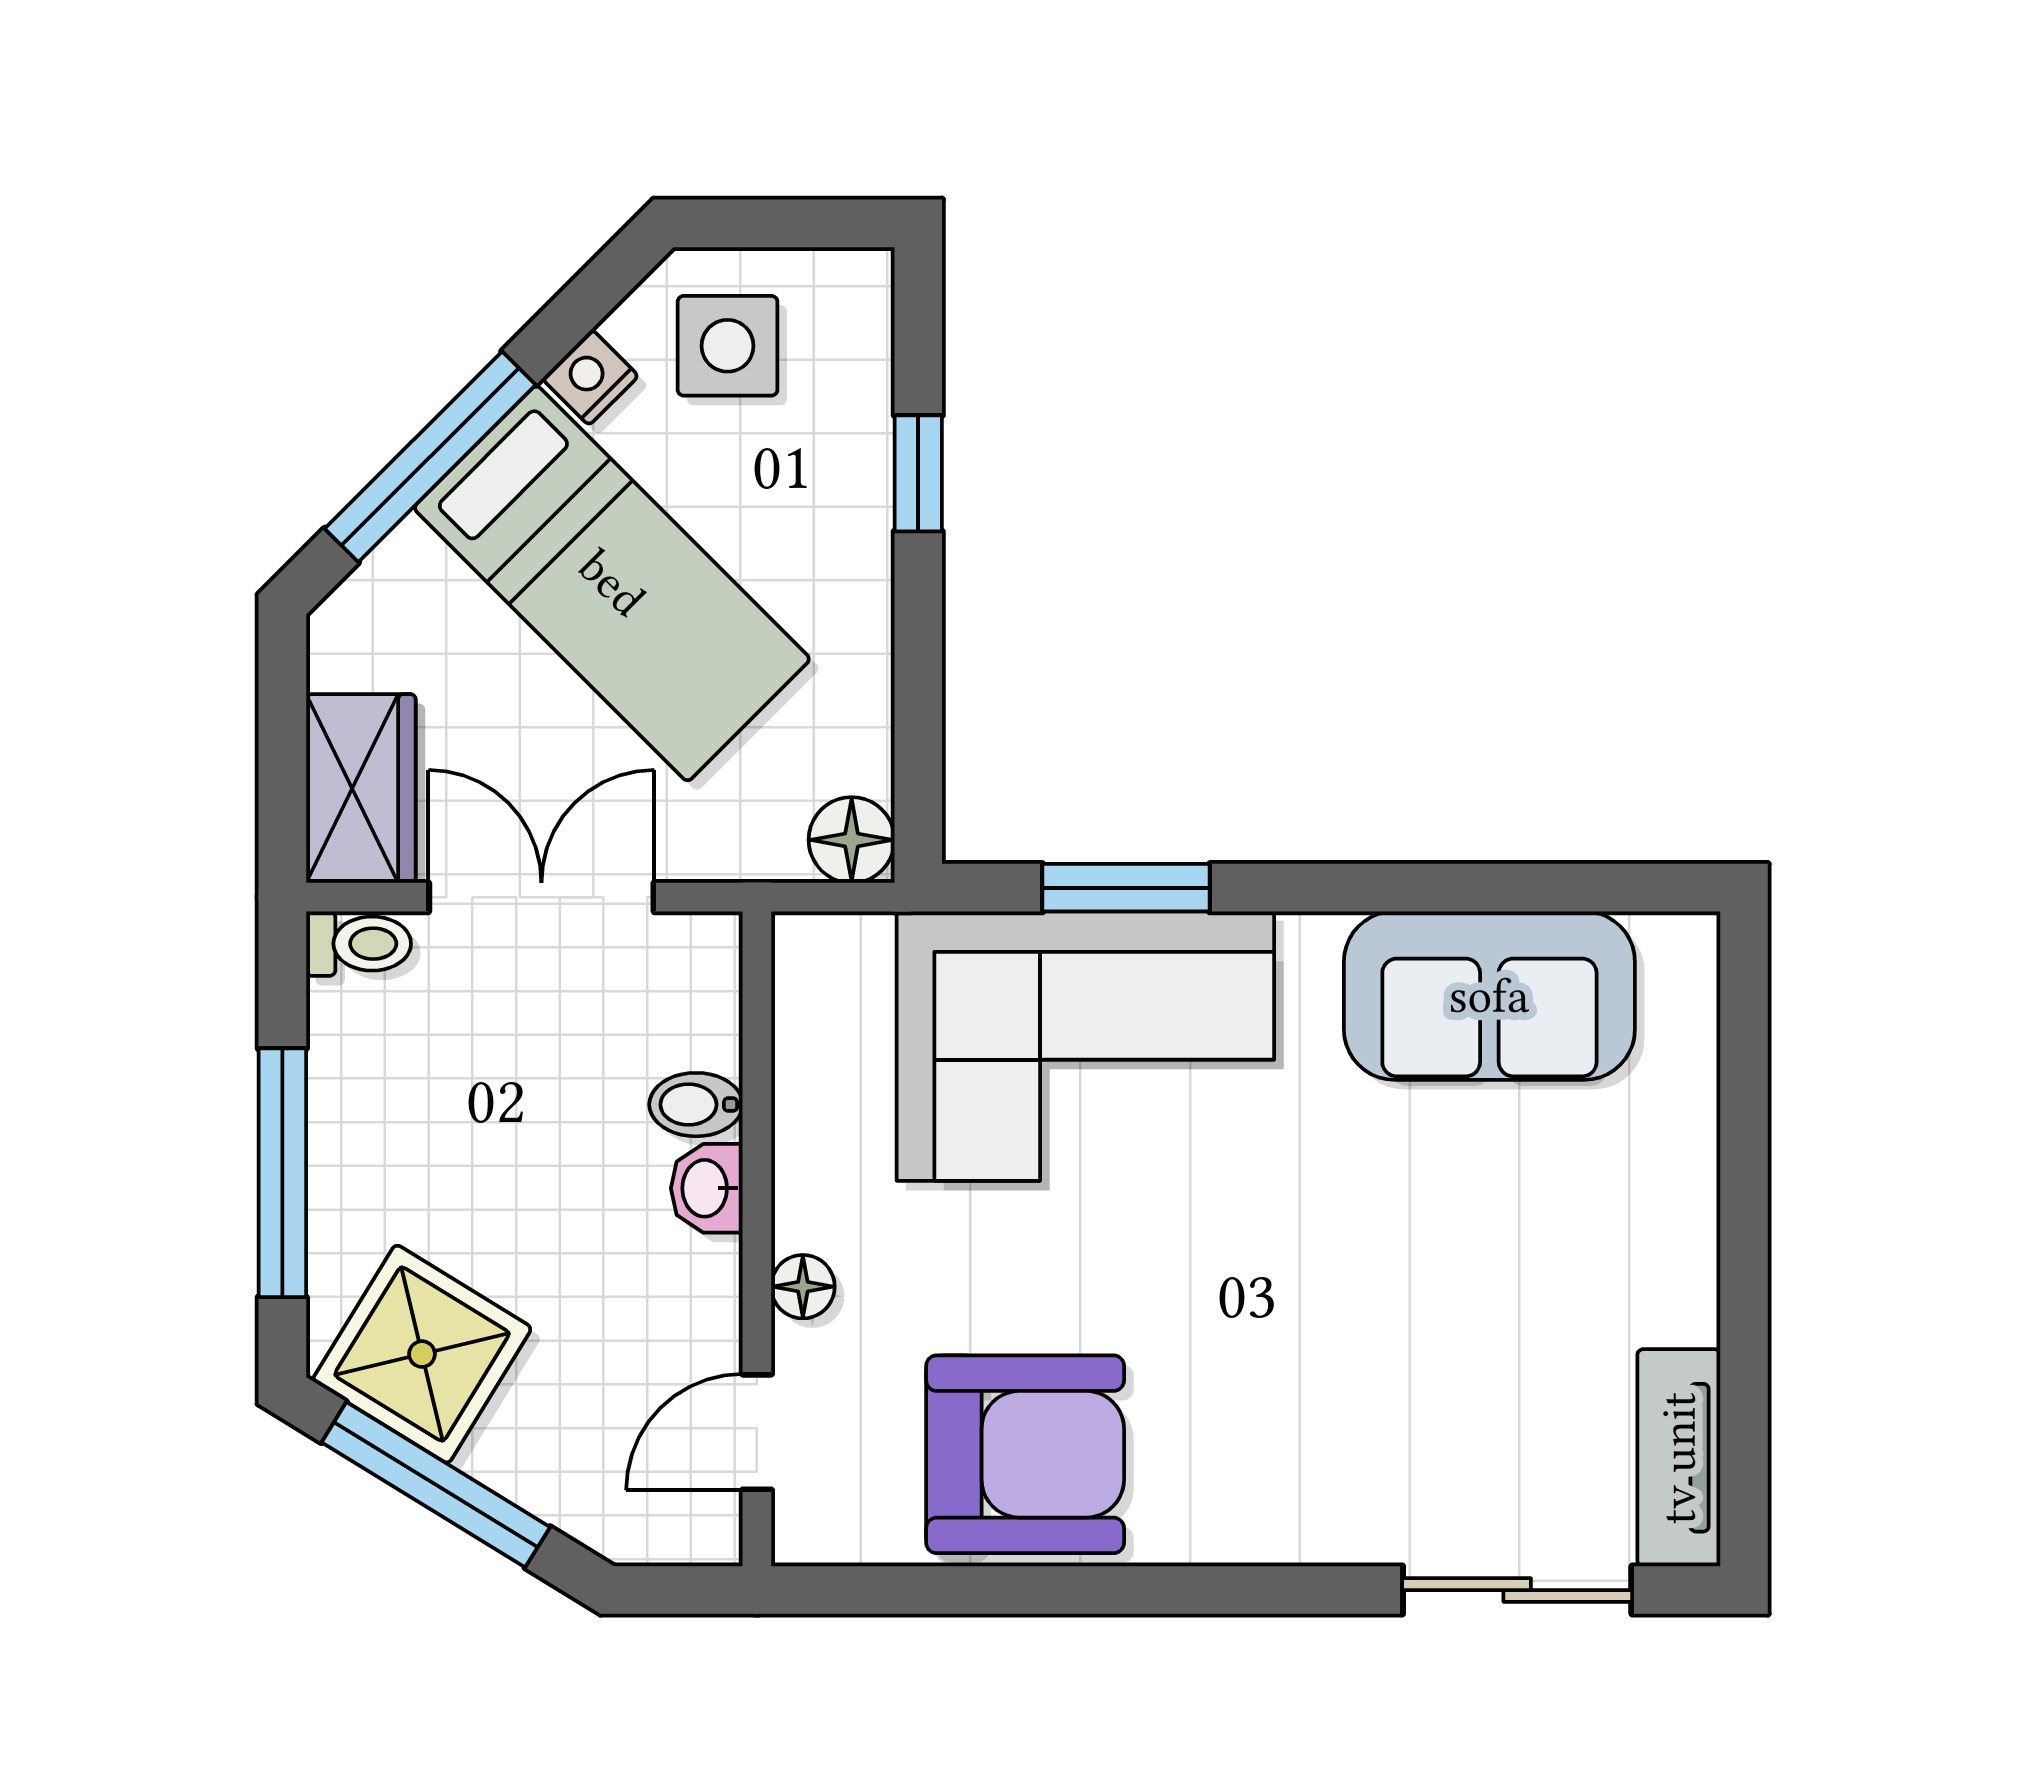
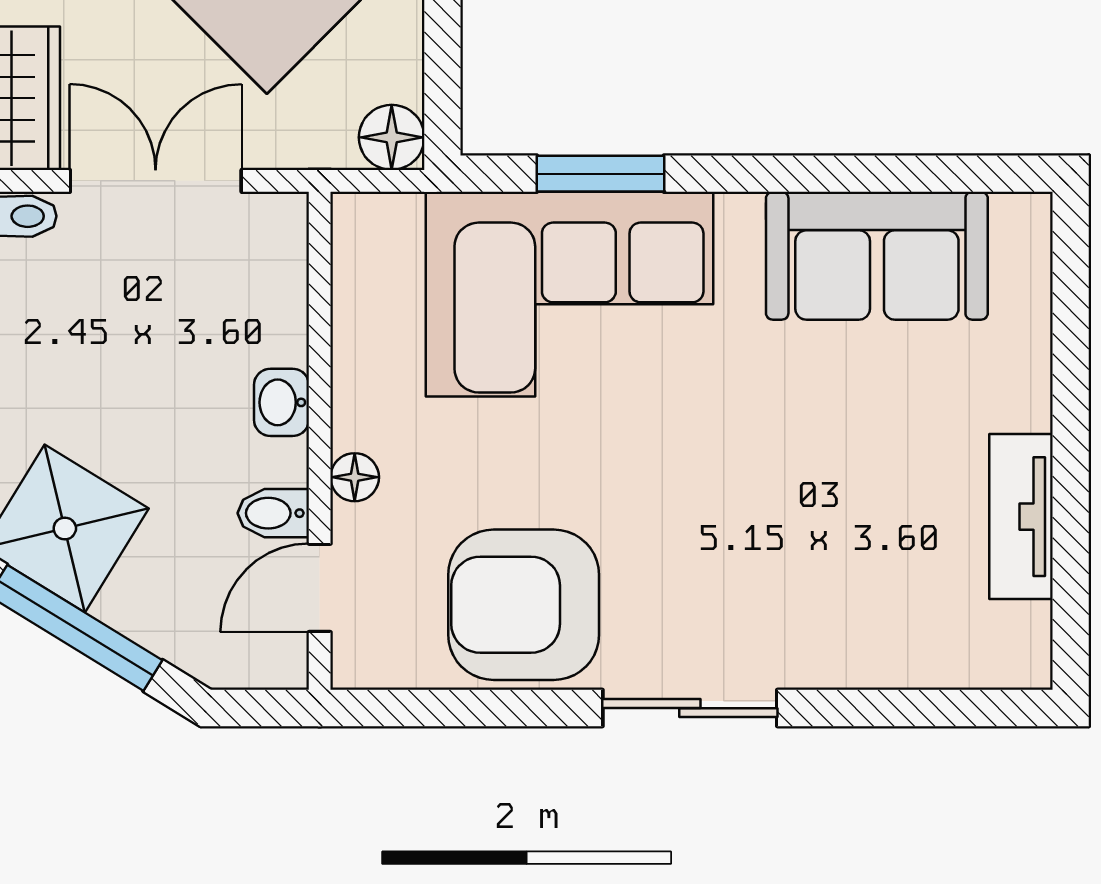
bidet: (696, 1105) -> (273, 513), moved
armchair: (1025, 1454) -> (524, 605), turned 180
tv unit: (1679, 1458) -> (1021, 517), moved
sliding door: (1517, 1590) -> (690, 708), moved

